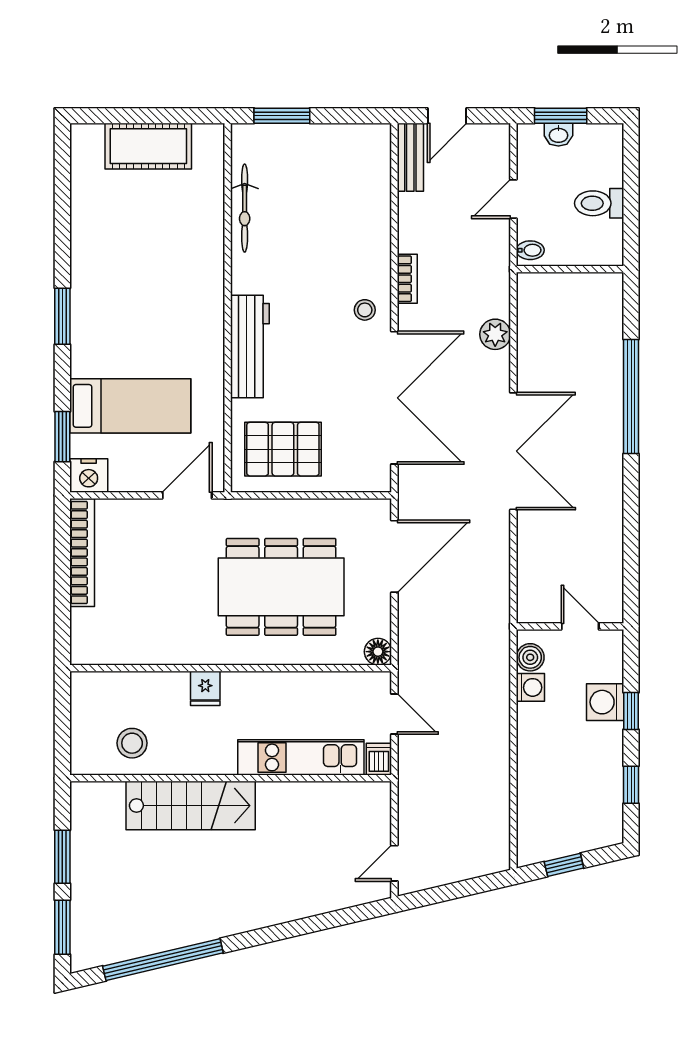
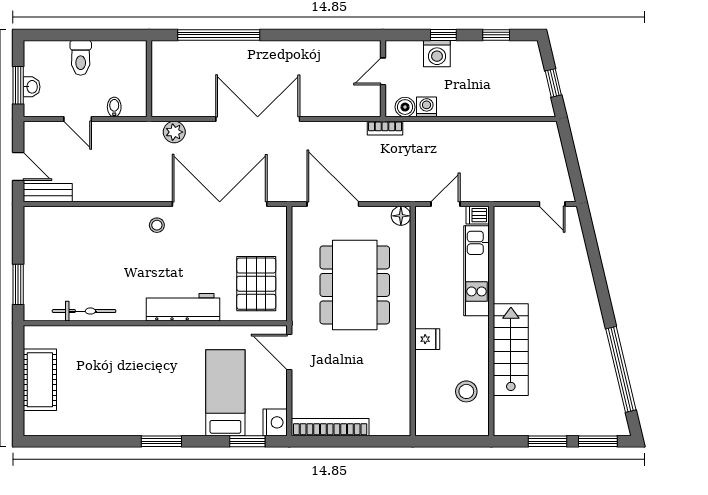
wall: (570, 269) -> (149, 79), moved
bookcase: (407, 279) -> (385, 128), moved, turned 180

